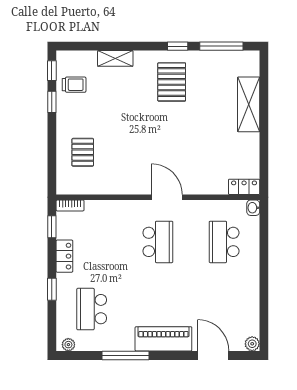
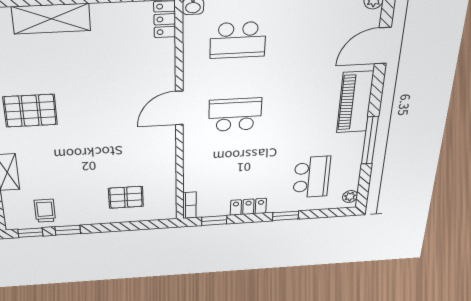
school desk: (92, 309) -> (312, 177), turned -90

